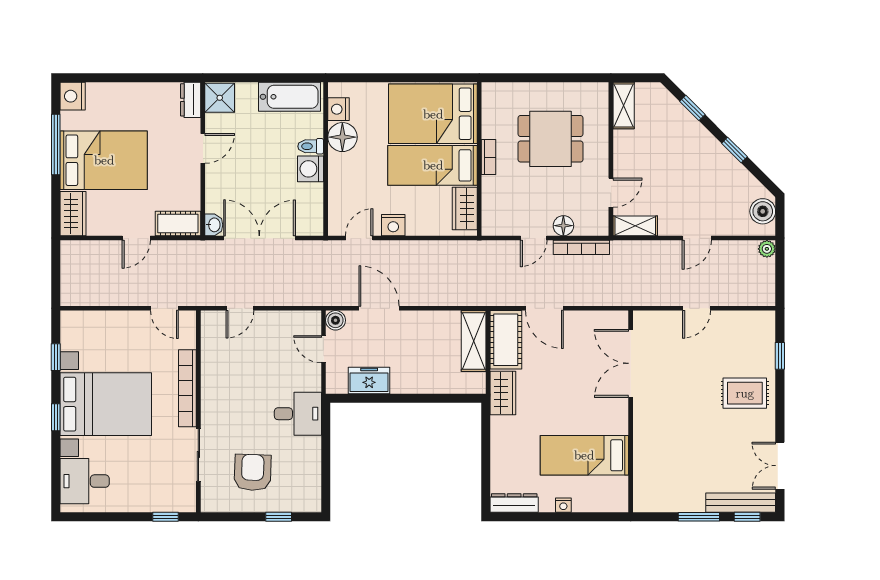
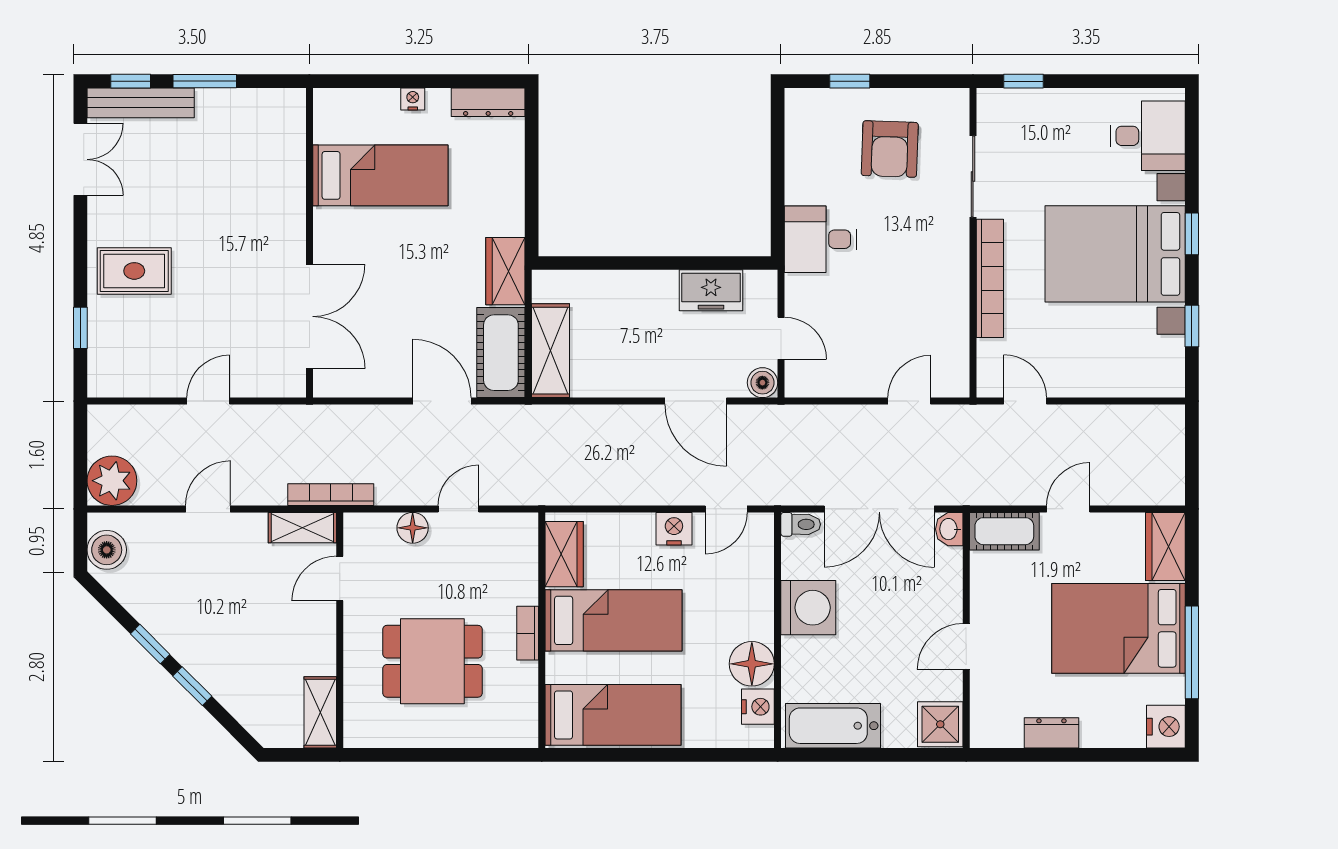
dresser: (191, 100) -> (1051, 733), moved, turned -90
window: (692, 108) -> (192, 686), moved
bed: (433, 114) -> (613, 715), width x0.67
toilet: (311, 146) -> (801, 524), moved
washing machine: (310, 169) -> (808, 608), width x1.37, depth x1.37
bookcase: (581, 247) -> (331, 495), moved
plant: (767, 249) -> (112, 481), width x1.88, depth x1.88

